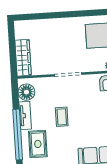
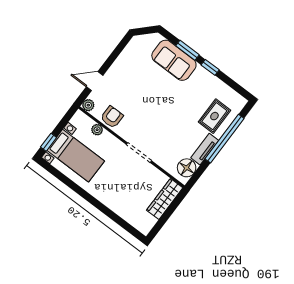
coffee table: (62, 117) -> (175, 122), removed

